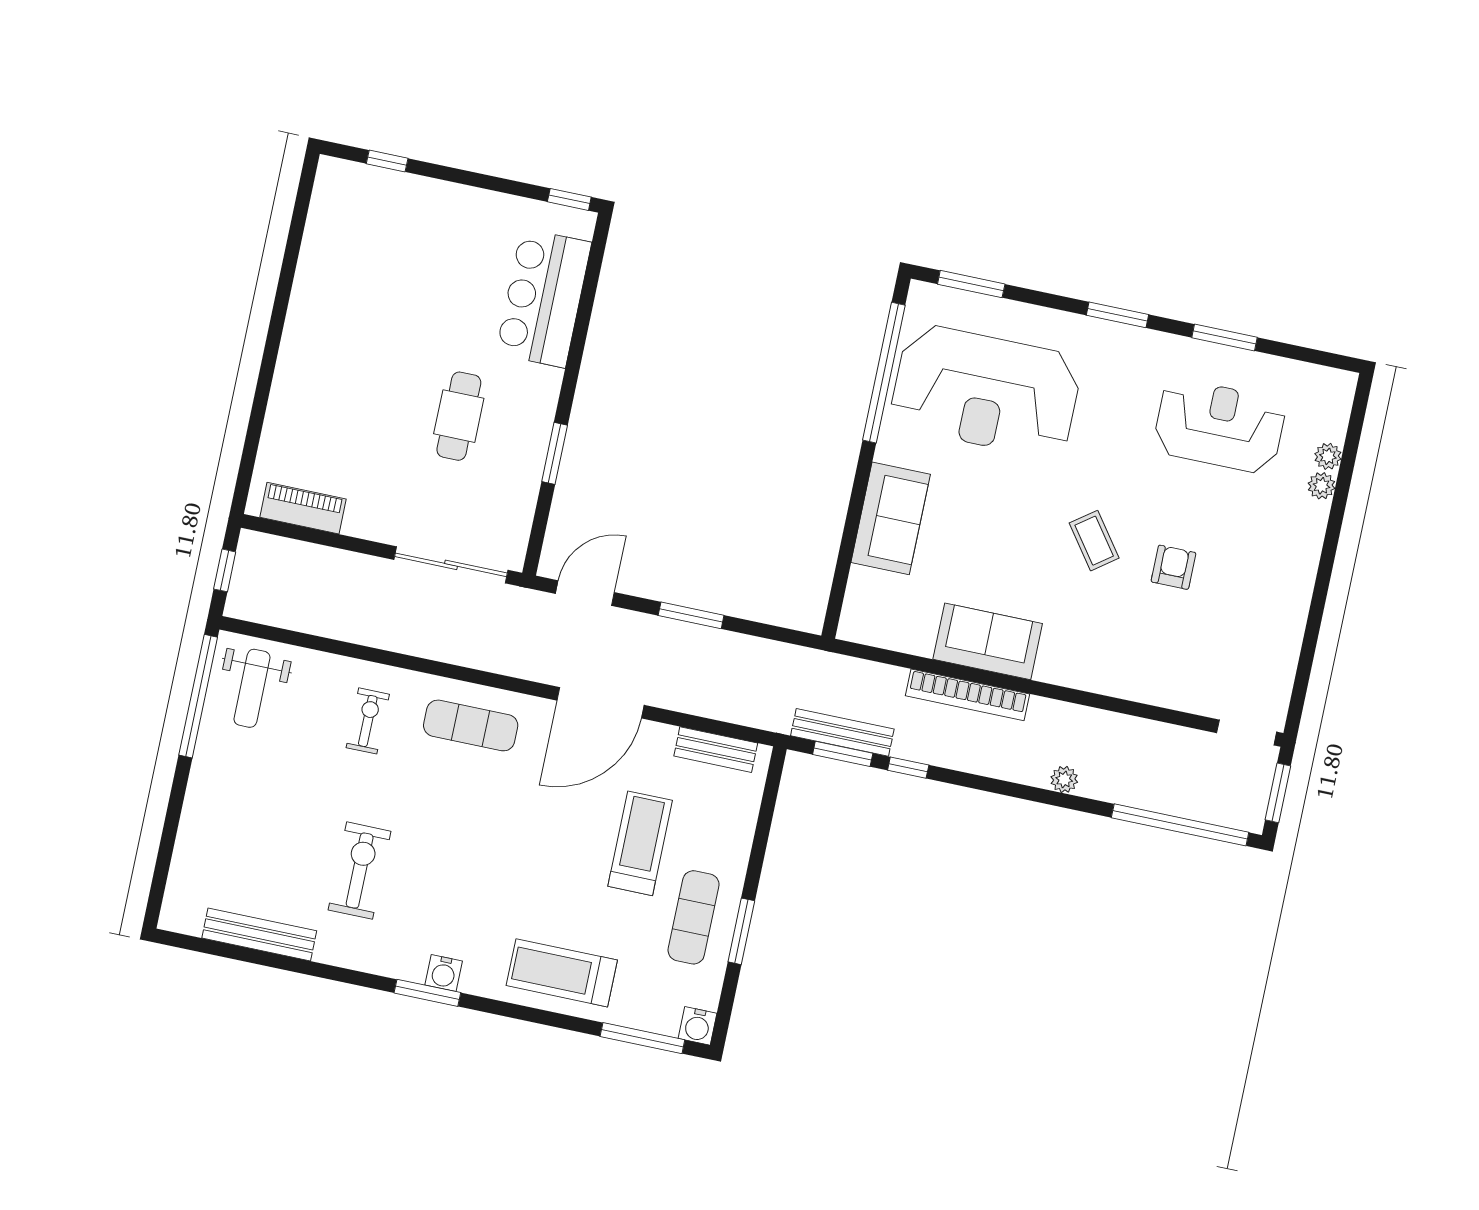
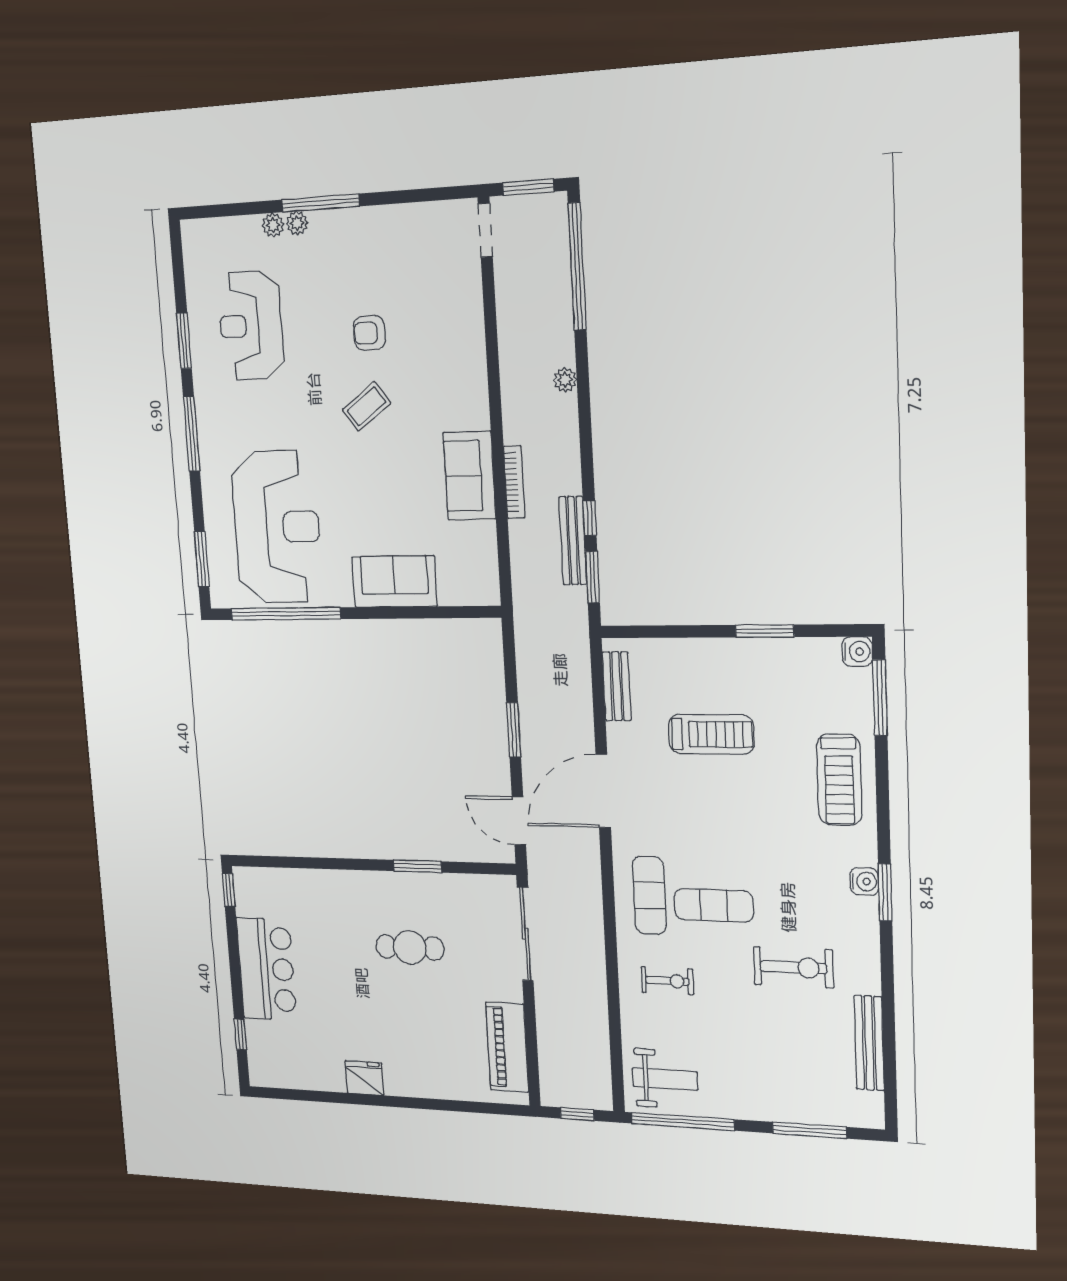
bar counter: (544, 298) -> (266, 969), moved, turned -90
fridge: (308, 311) -> (364, 1078), added
window: (1117, 315) -> (192, 434), width x1.44
plant: (1328, 456) -> (297, 223), moved
piano: (303, 508) -> (507, 1047), width x1.37, depth x1.33
window: (1329, 550) -> (320, 203), added
bookcase: (967, 695) -> (514, 482), width x0.68, depth x0.76
door: (600, 703) -> (603, 791), swing flipped
exercise bike: (368, 721) -> (667, 981), turned 180
bench: (842, 732) -> (573, 541), moved
window: (167, 842) -> (809, 1130), added
treadmill: (640, 843) -> (711, 734), turned 180
exercise bike: (360, 871) -> (793, 967), turned 180
exercise mat: (694, 917) -> (714, 905), moved

